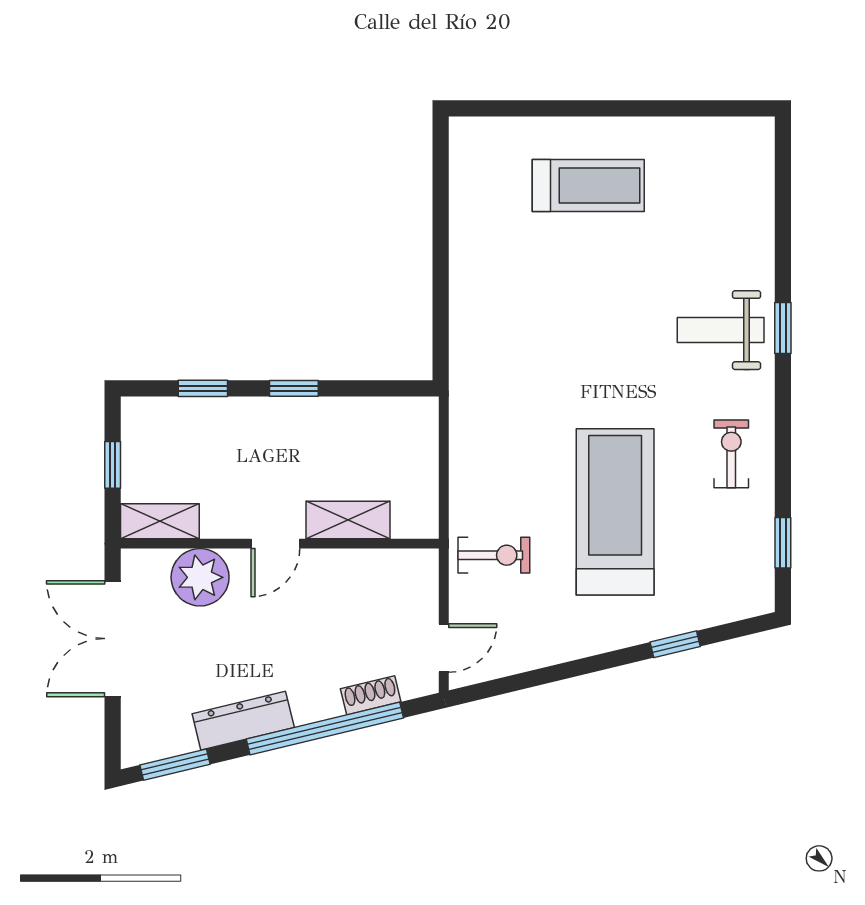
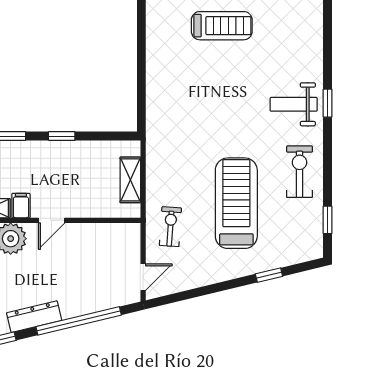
exercise bike: (731, 454) -> (299, 172), width x1.38, depth x1.39
filing cabinet: (219, 516) -> (21, 206), added
shelving: (348, 520) -> (130, 180), moved, turned 90
exercise bike: (494, 555) -> (170, 227), turned -86
shoe rack: (371, 695) -> (103, 303), removed

